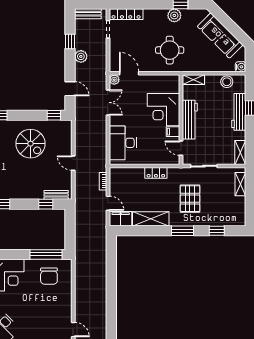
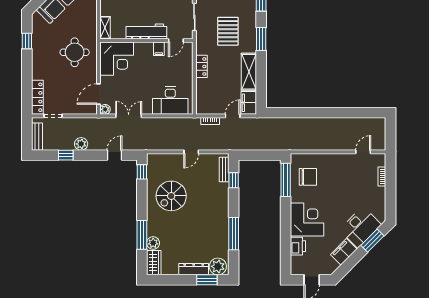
plant: (174, 15) -> (39, 47), removed
corner desk: (163, 110) -> (117, 59), moved
spiral stairs: (30, 144) -> (171, 196), turned 180
pallet: (190, 199) -> (228, 31), turned 90

